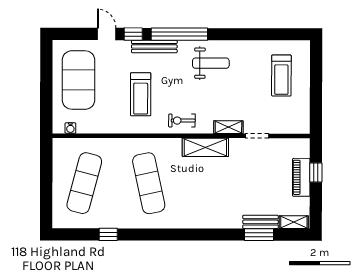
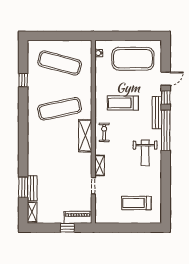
shelving: (205, 147) -> (85, 136), moved
piano: (301, 177) -> (78, 217), moved

